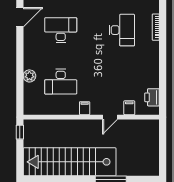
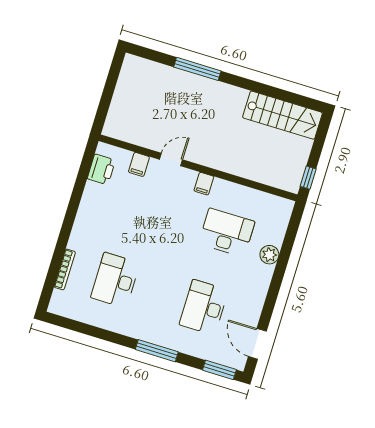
door: (20, 17) -> (257, 344), hinge flipped
desk: (61, 30) -> (204, 307), turned 90
stairs: (70, 162) -> (282, 115), width x0.54, depth x0.66

